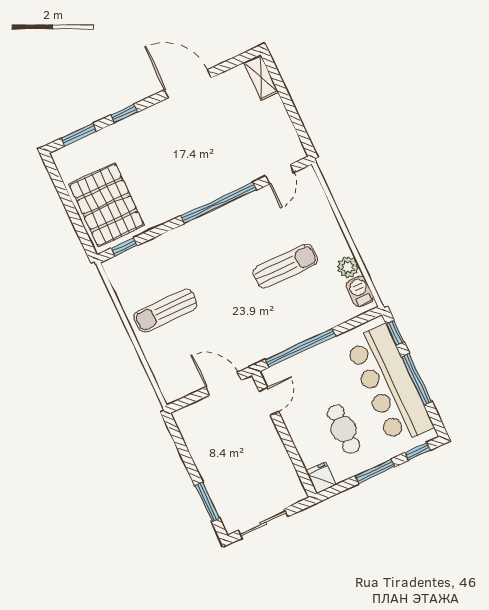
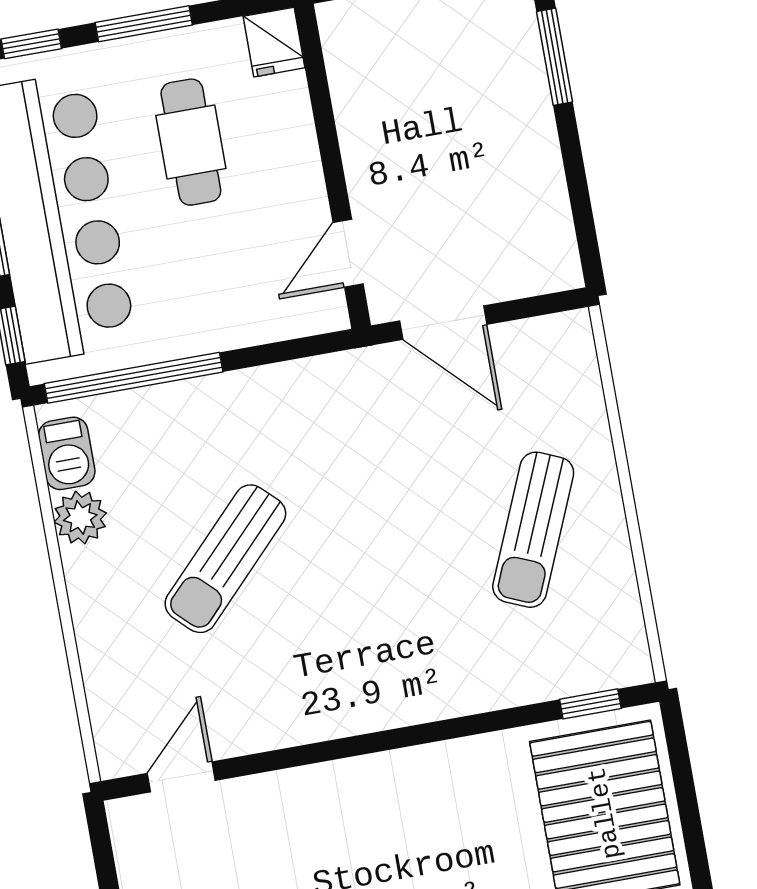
window: (218, 203) -> (343, 748), removed
sun lounger: (285, 266) -> (225, 559), turned -46
sun lounger: (165, 311) -> (533, 530), turned 113
window: (300, 348) -> (134, 378), moved

